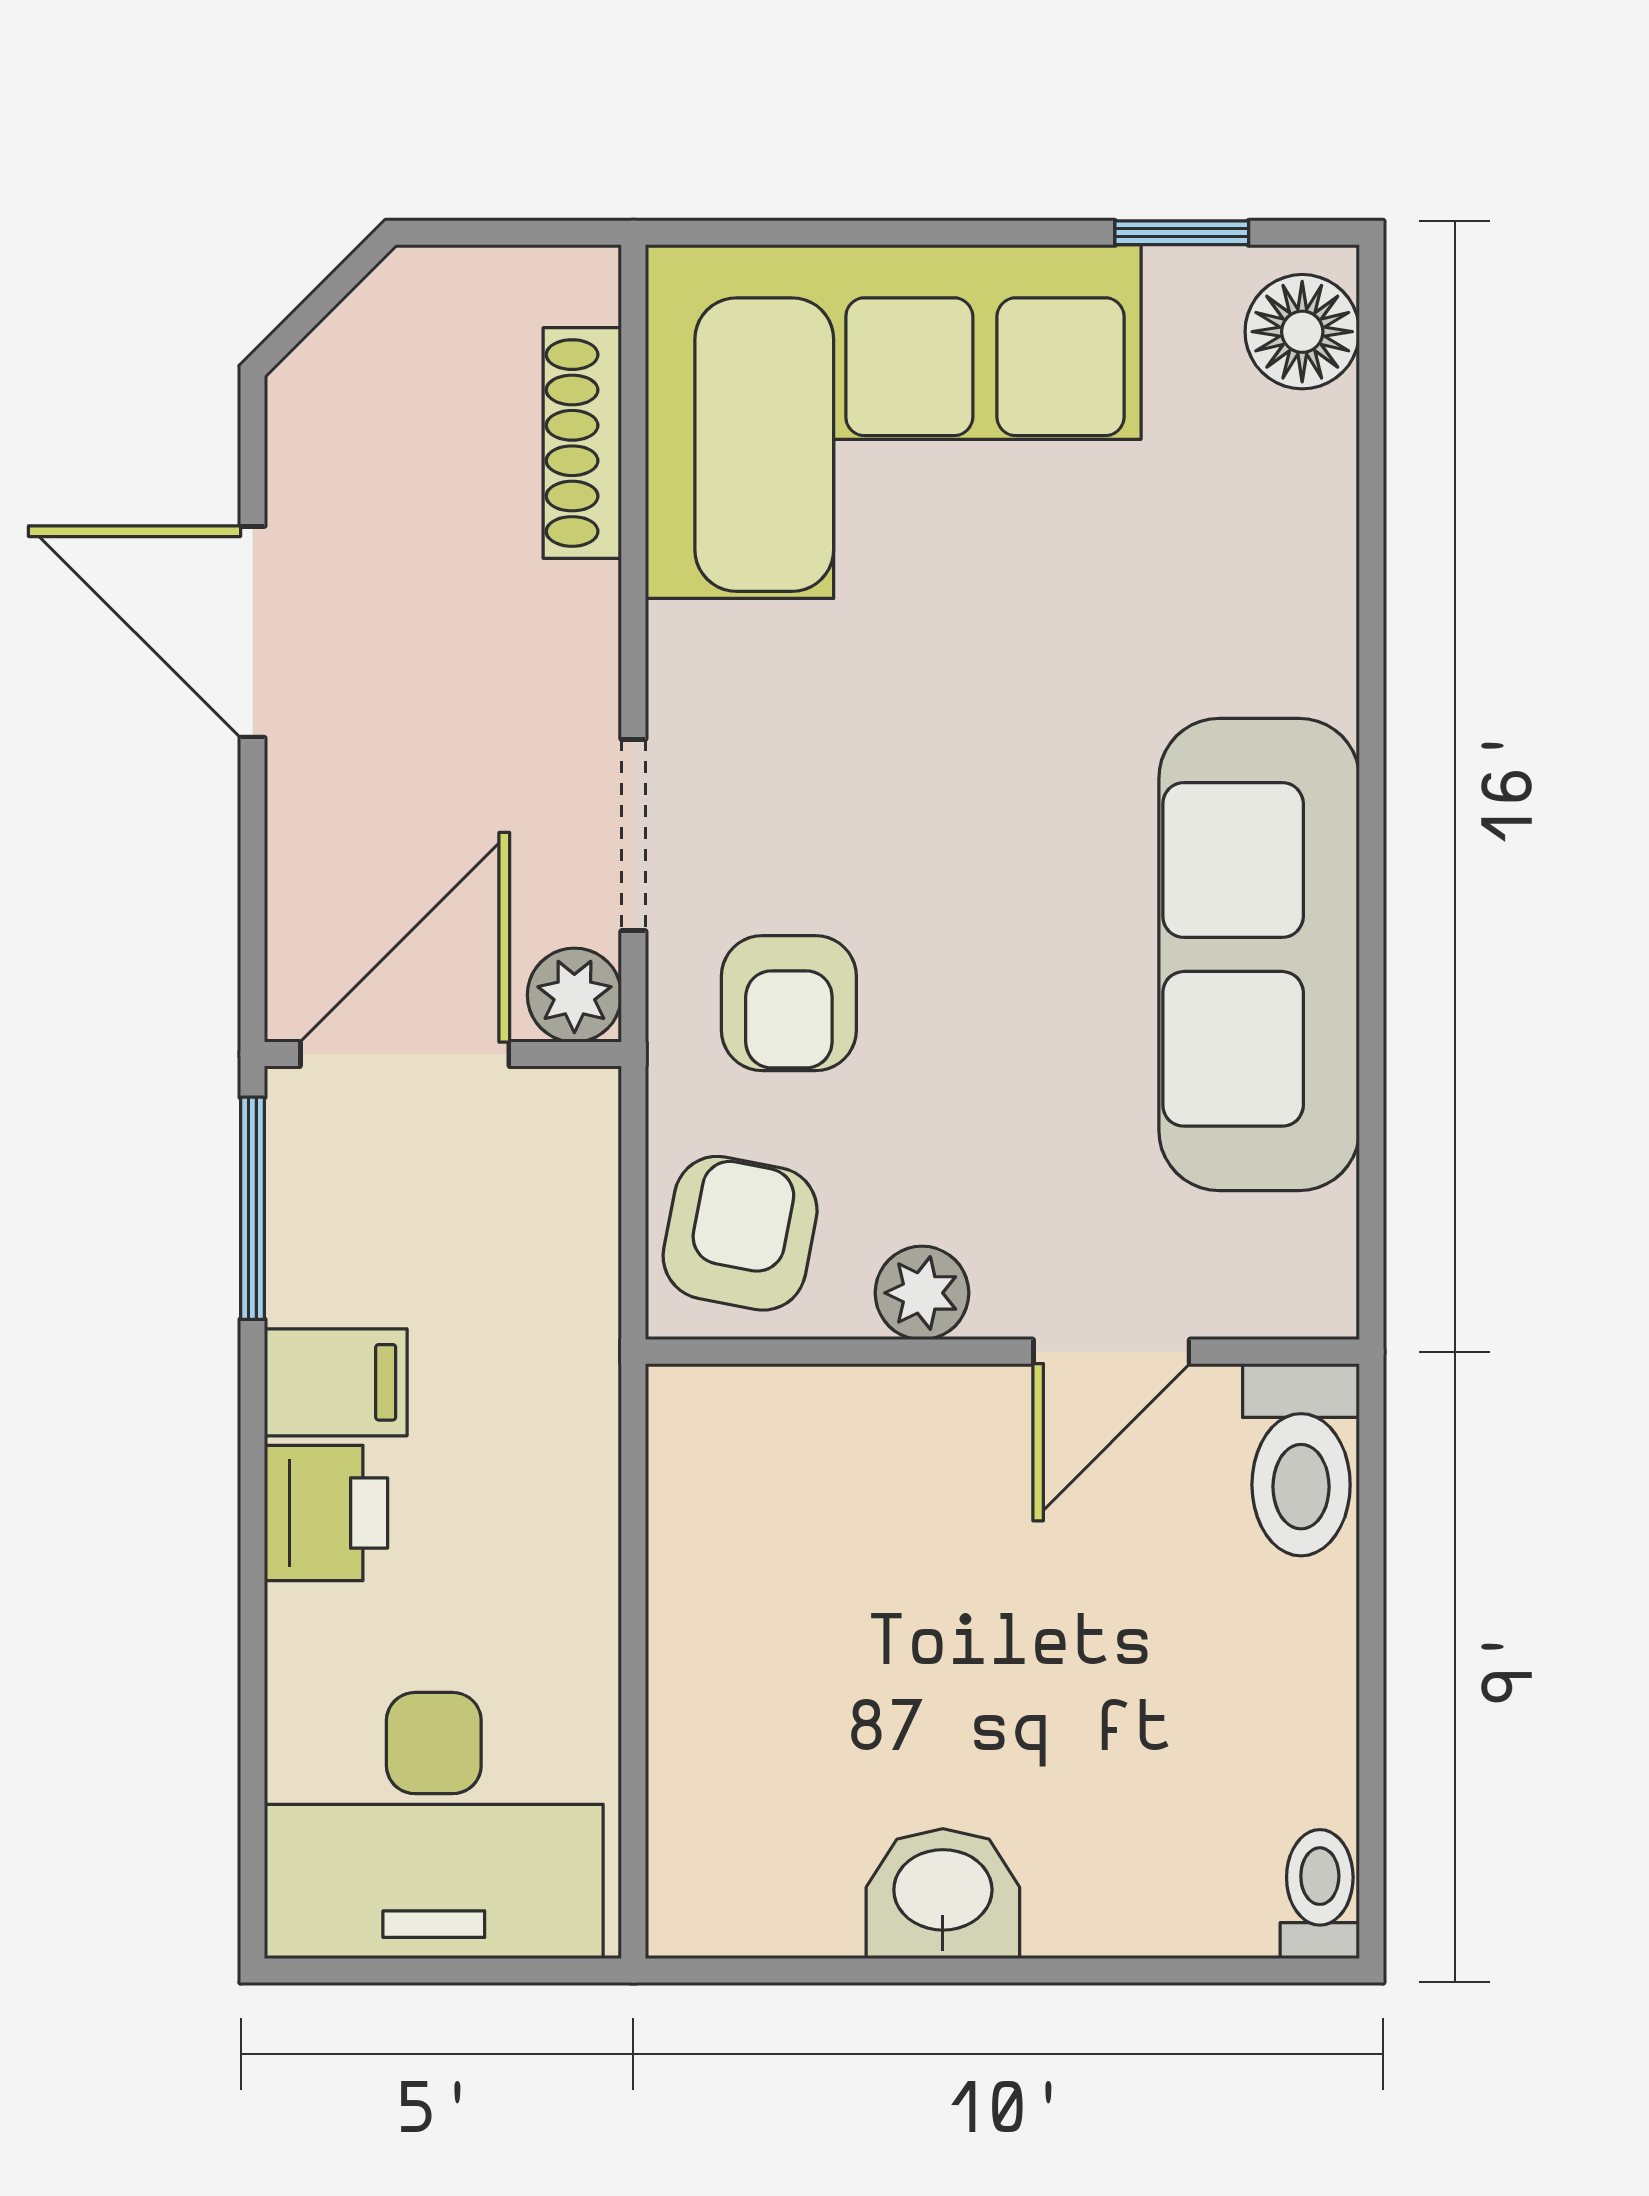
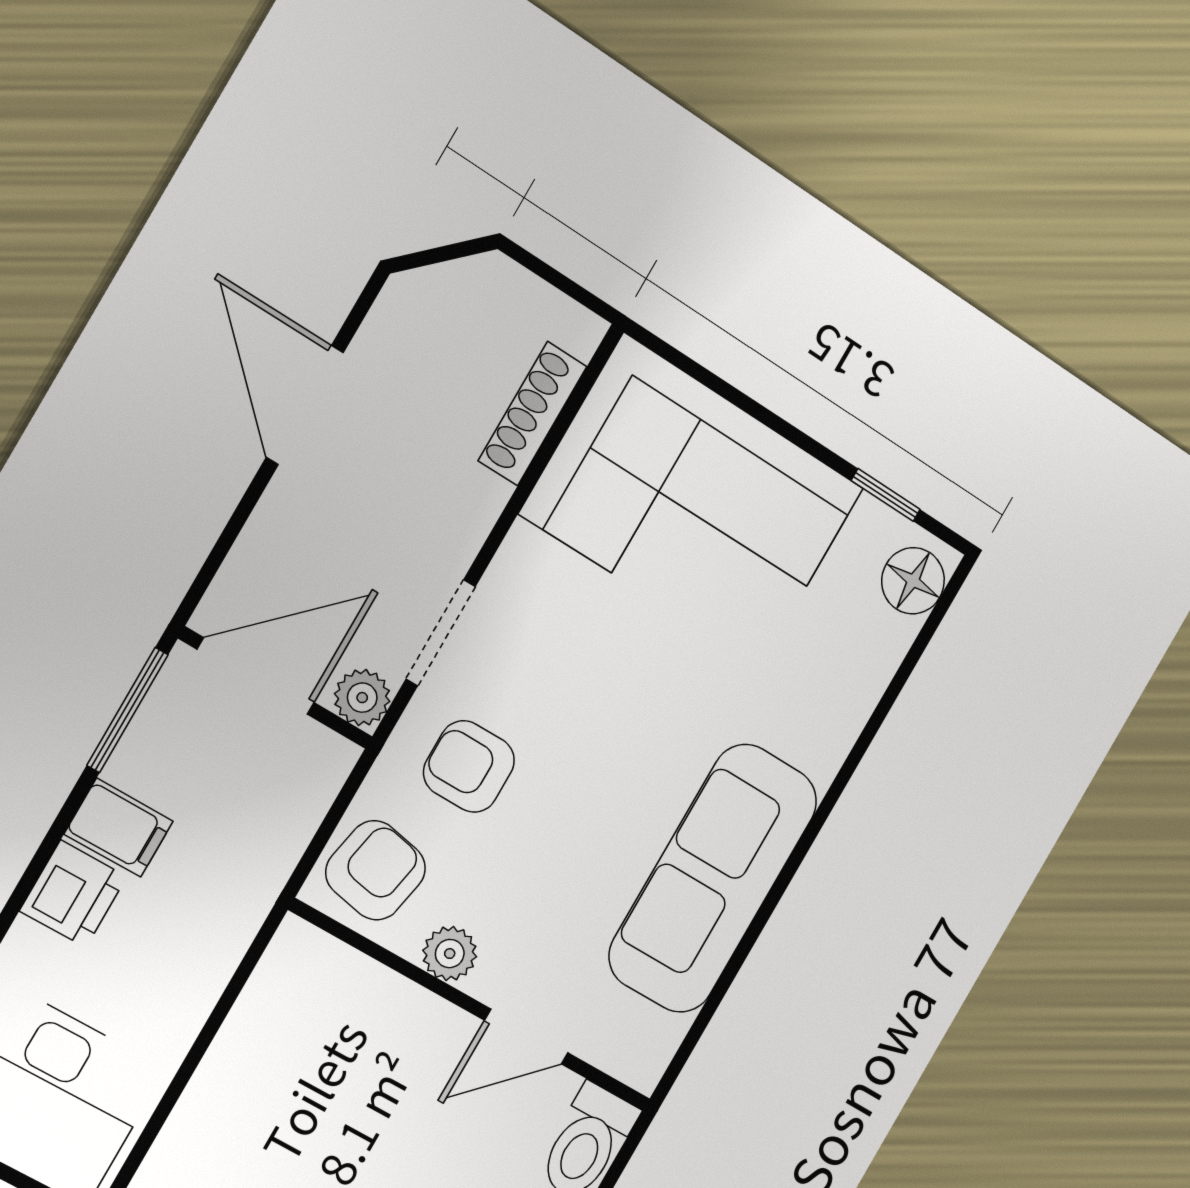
armchair: (789, 1003) -> (469, 766), turned 90

